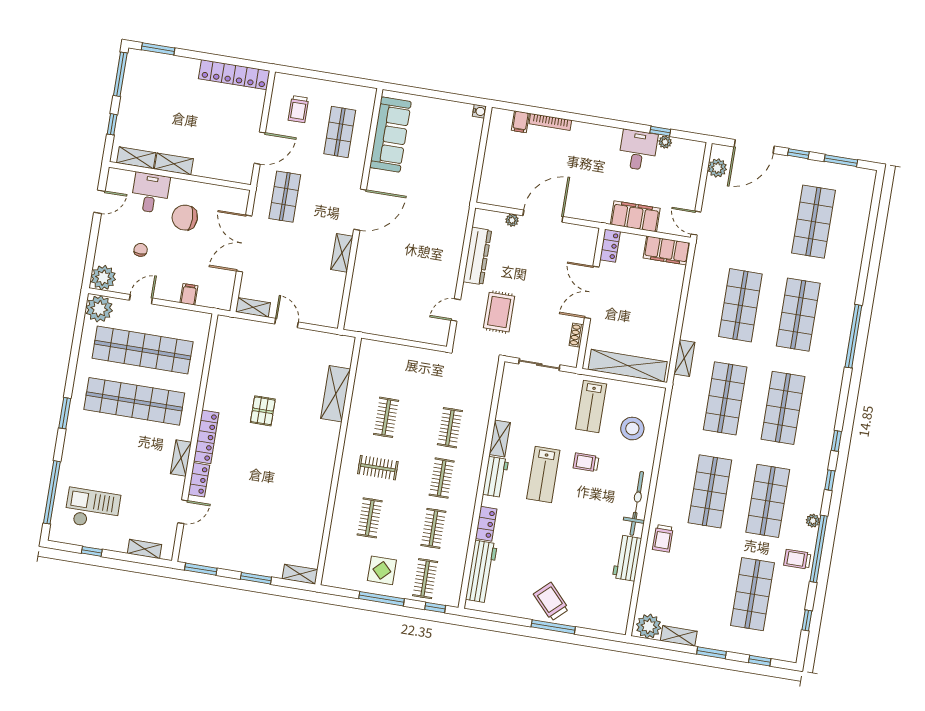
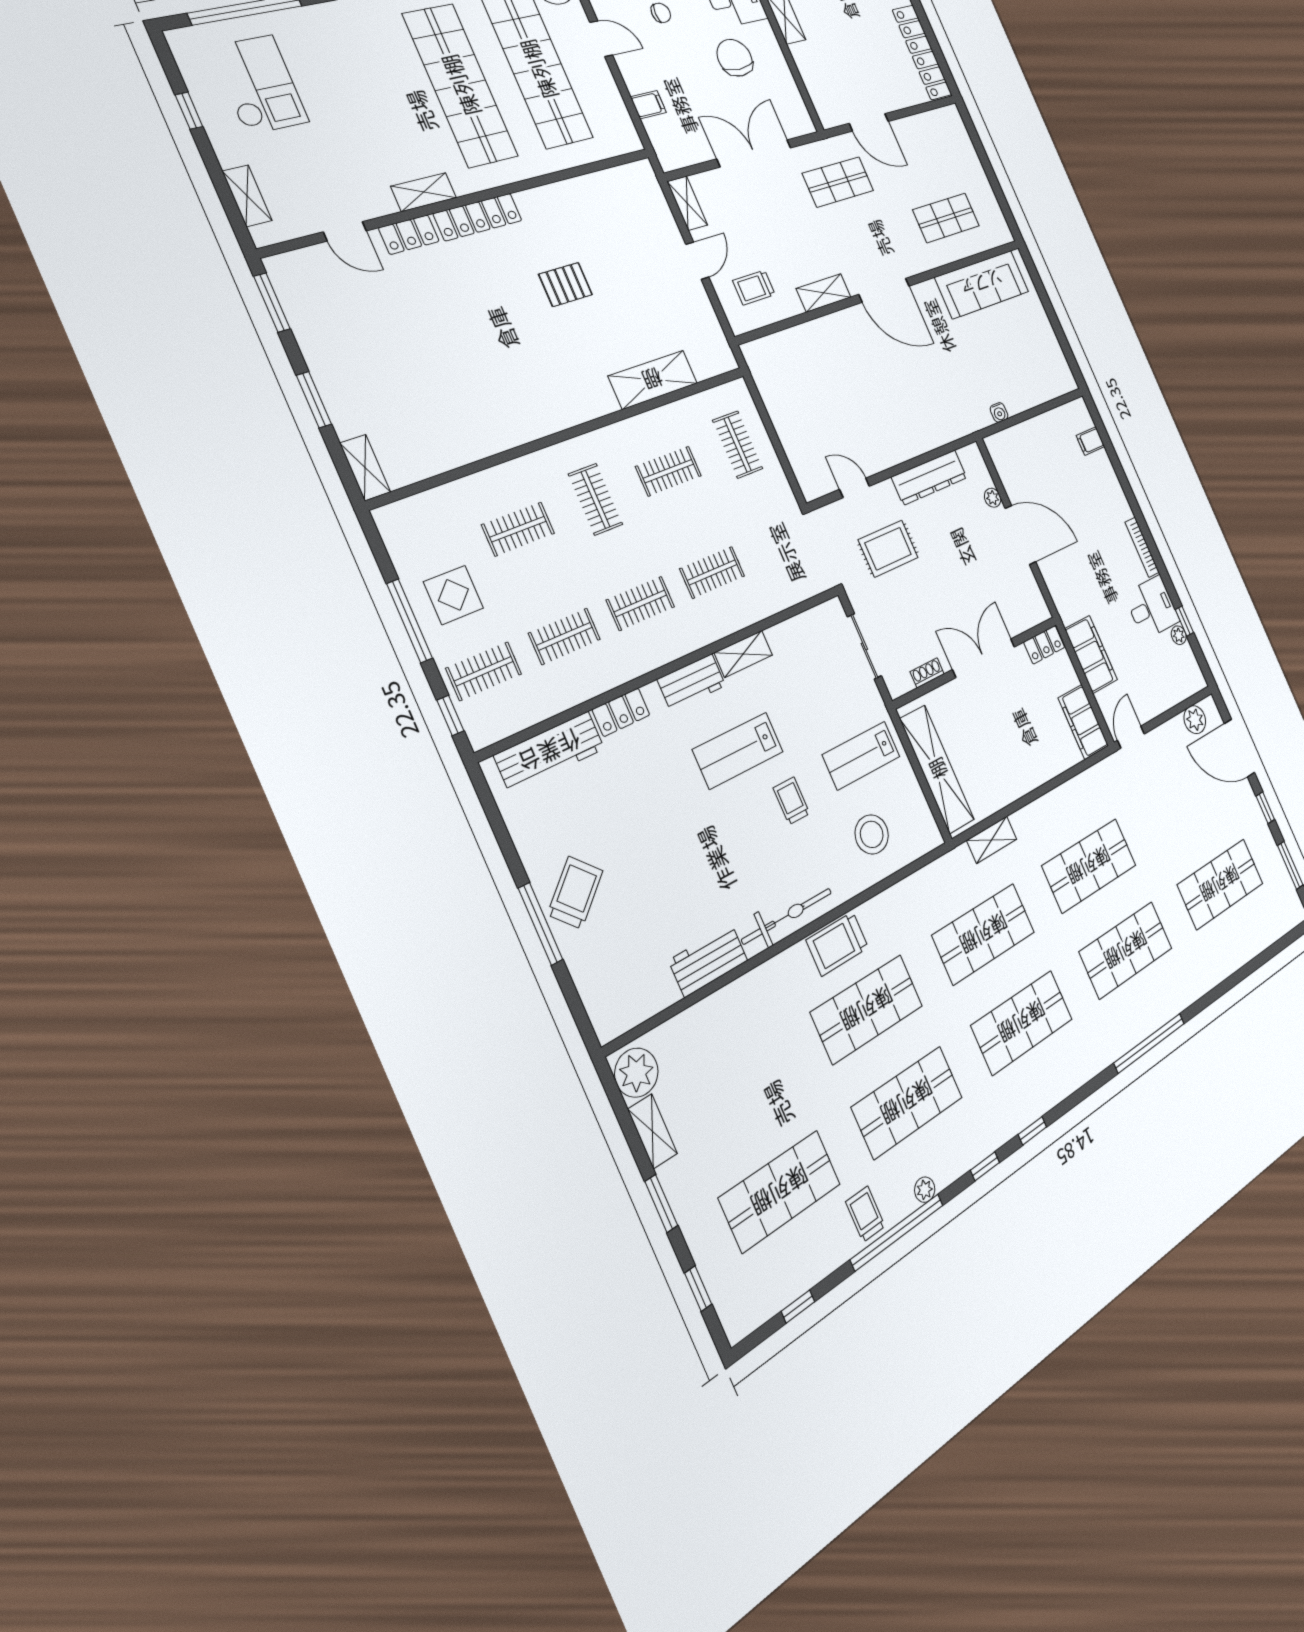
trolley: (298, 109) -> (754, 288), moved
water cooler: (479, 111) -> (999, 412), moved
bookcase: (550, 122) -> (1142, 547), moved
clothes rail: (394, 367) -> (738, 445), added
trolley: (663, 538) -> (837, 944), moved, width x1.36, depth x1.39

